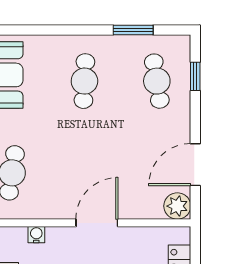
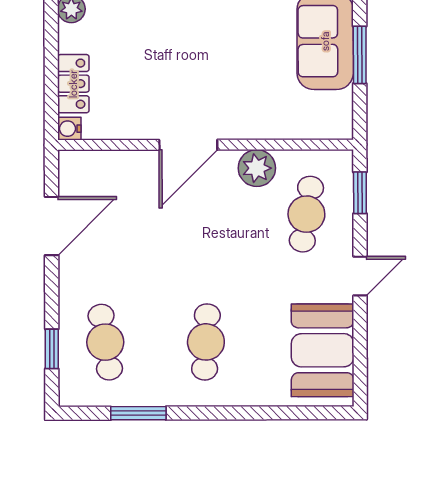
plant: (177, 206) -> (257, 168), moved
water cooler: (36, 235) -> (69, 129), moved, turned 90

